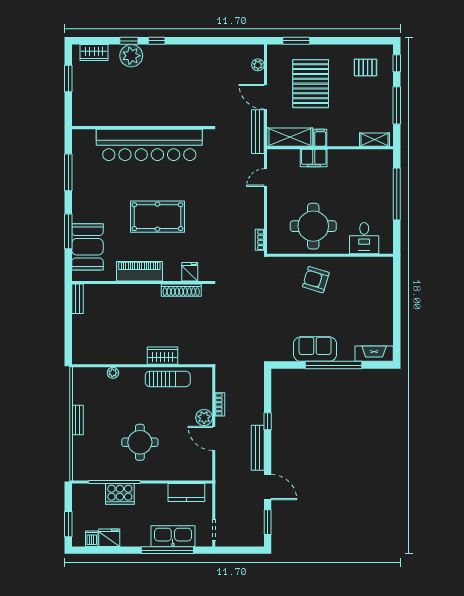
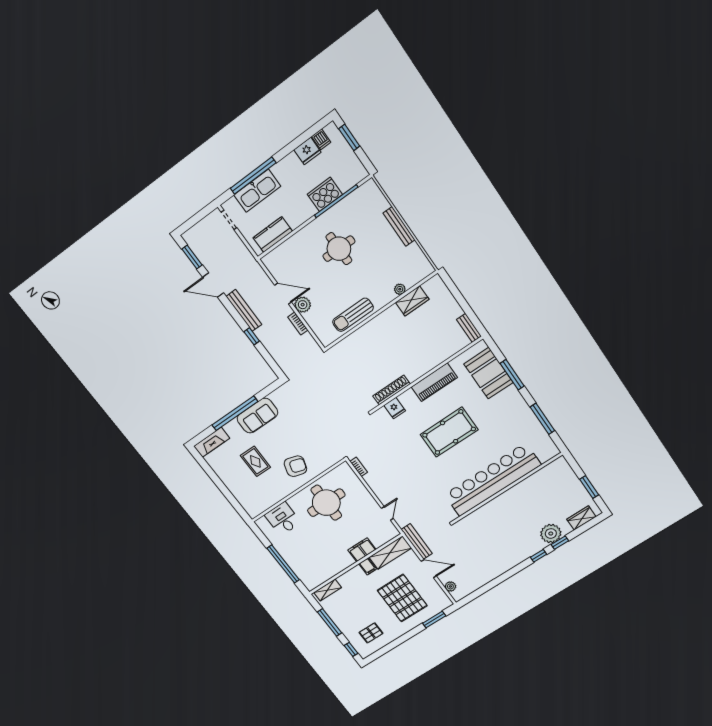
rug: (348, 309) -> (255, 461), added
wardrobe: (162, 356) -> (412, 301), moved
bench: (77, 420) -> (399, 226), width x1.36

